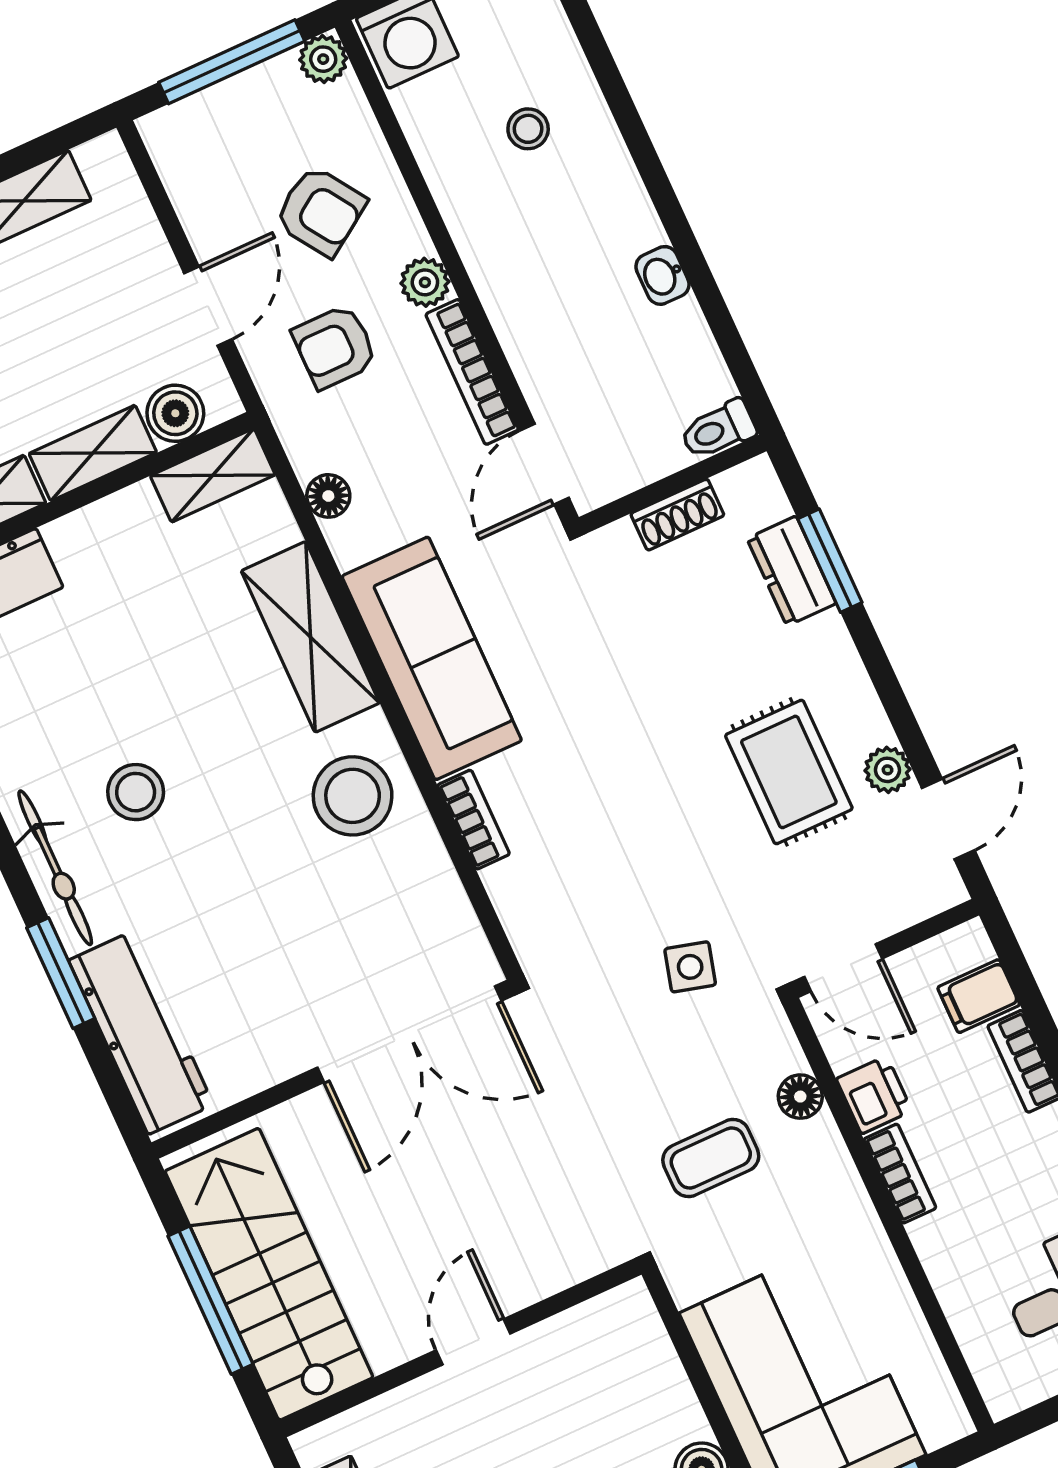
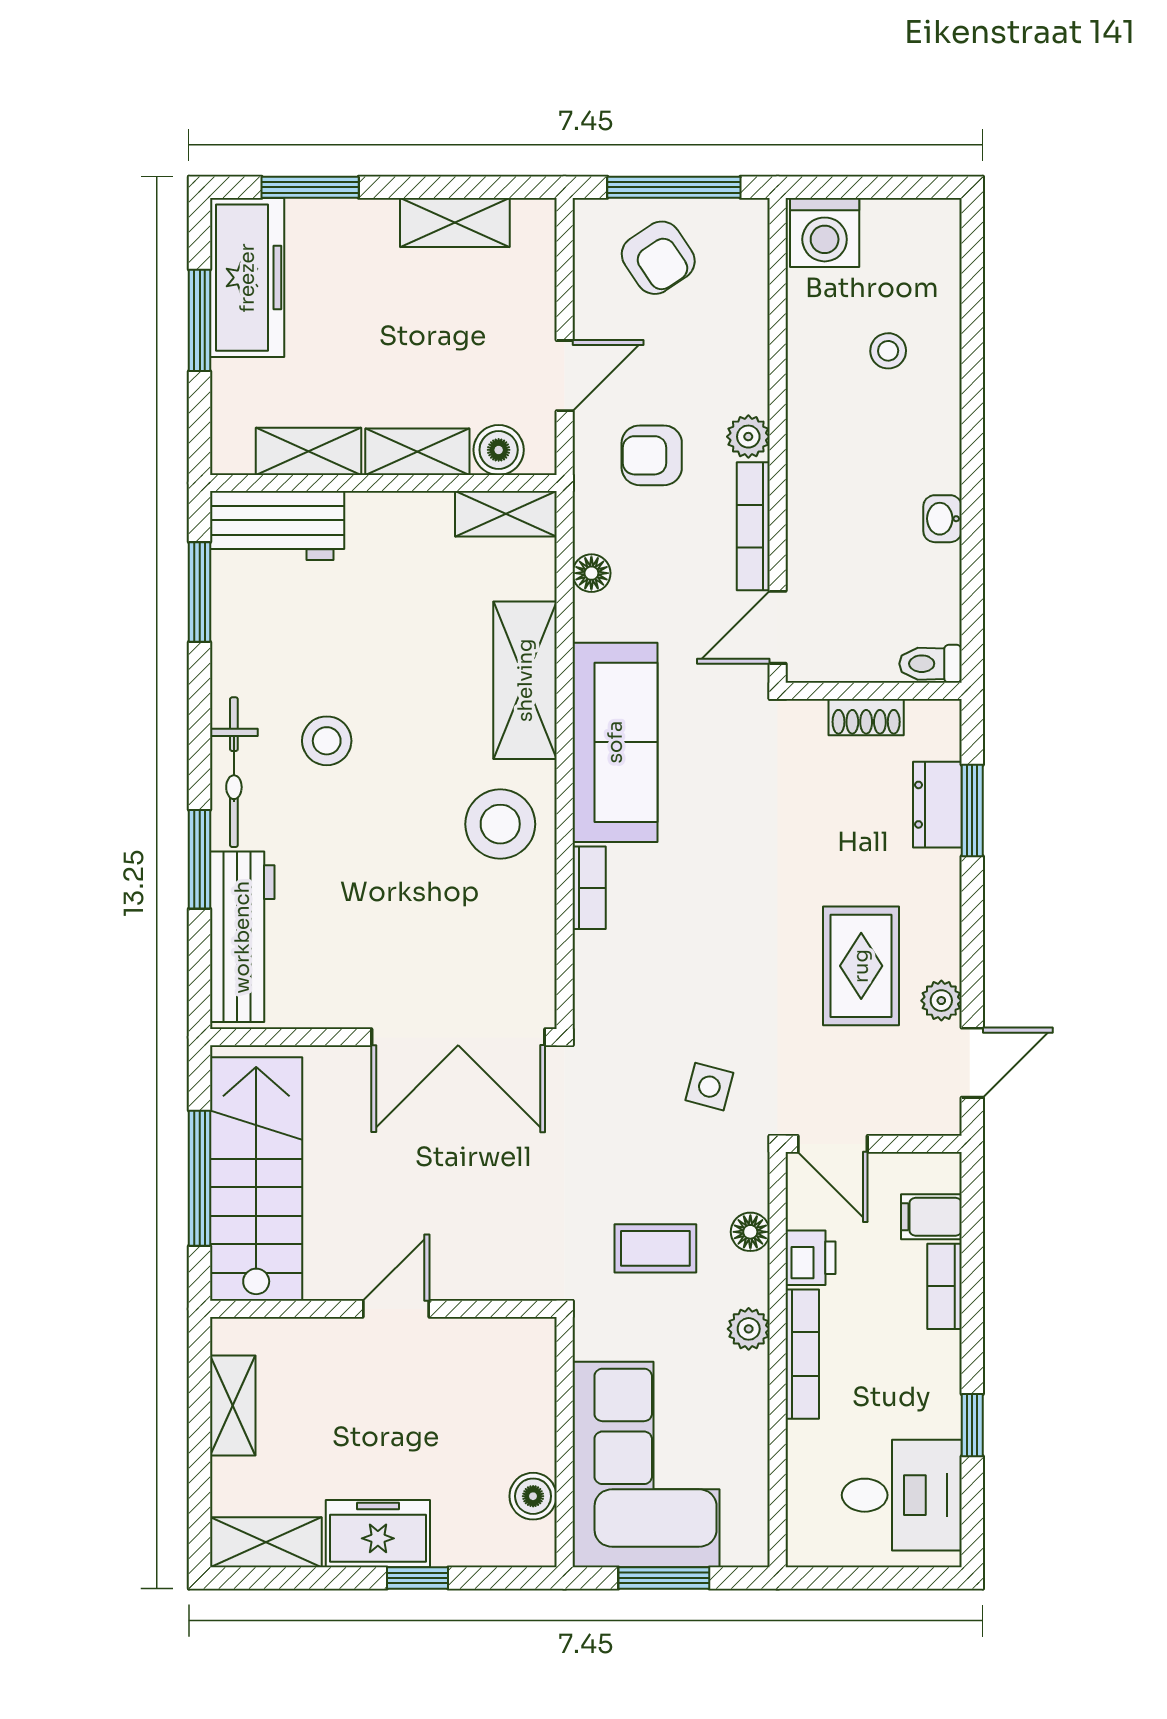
plant: (323, 59) -> (749, 1329), moved
armchair: (320, 211) -> (658, 258), moved
bookcase: (900, 1174) -> (802, 1354), width x1.56

